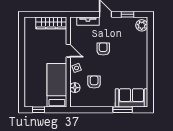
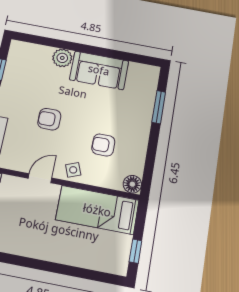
plant: (142, 25) -> (62, 58), moved
floor lamp: (75, 88) -> (132, 184), moved
sofa: (131, 98) -> (99, 70), moved, turned -90

